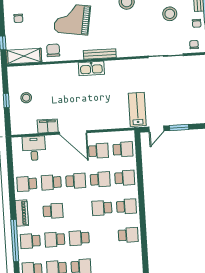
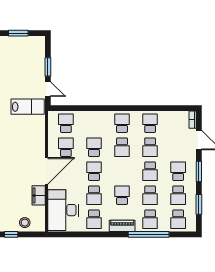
stool: (26, 98) -> (25, 223), moved
lab bench: (137, 109) -> (28, 107), turned 180
desk: (34, 148) -> (63, 210), width x1.87, depth x1.30
school desk: (125, 178) -> (150, 147), moved, turned 180

